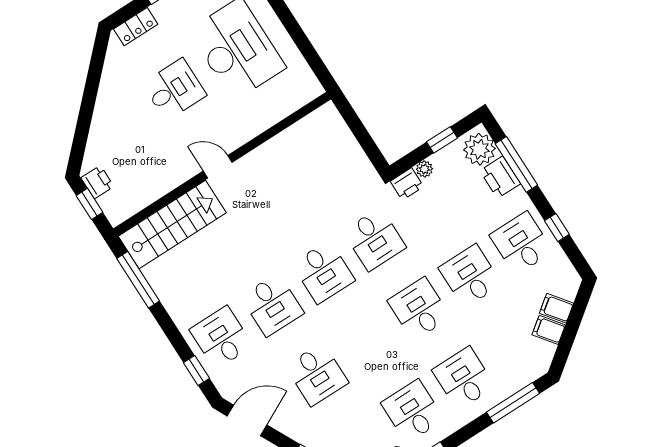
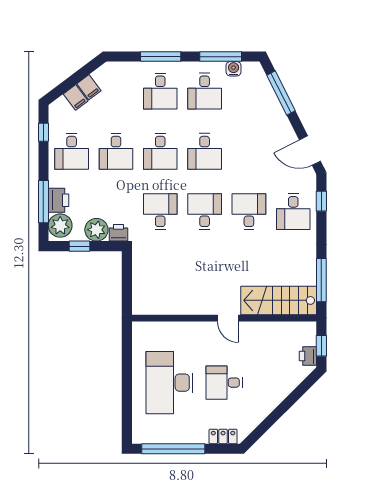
plant: (424, 169) -> (96, 230), width x1.87, depth x1.87
window: (557, 228) -> (43, 132), moved
desk: (317, 374) -> (205, 151), moved, turned 180
window: (513, 403) -> (161, 57), moved

